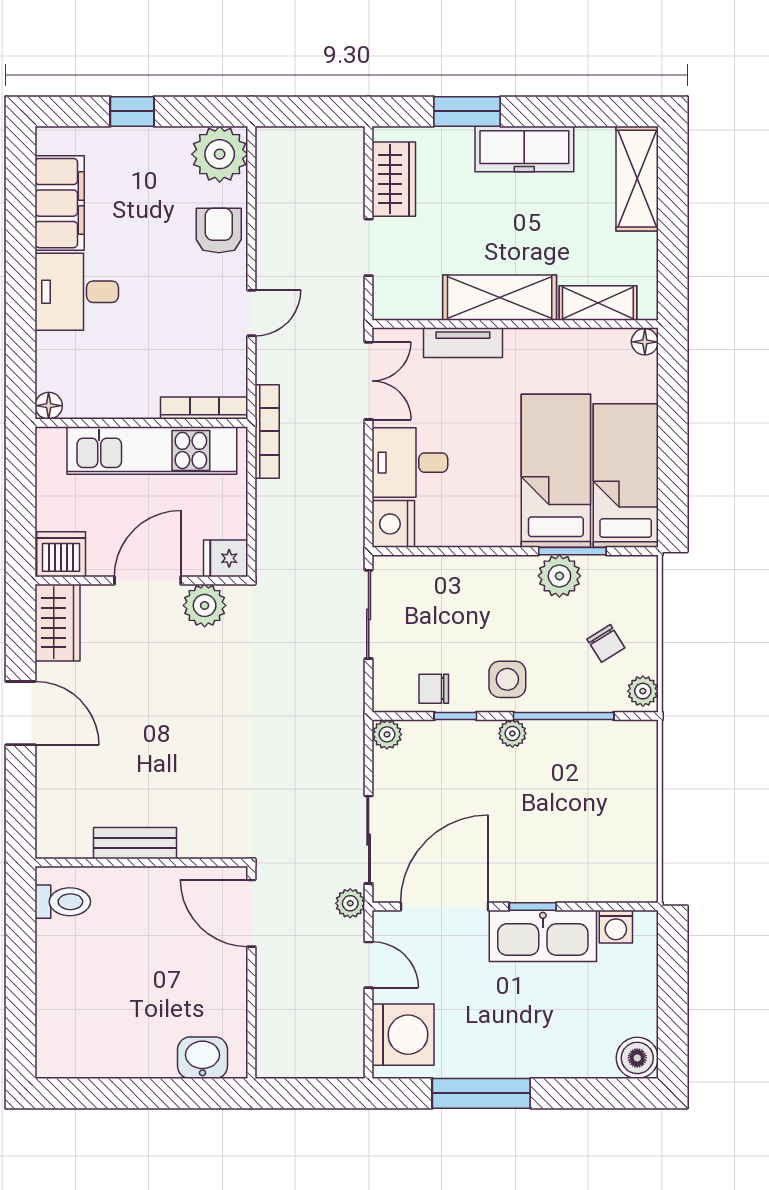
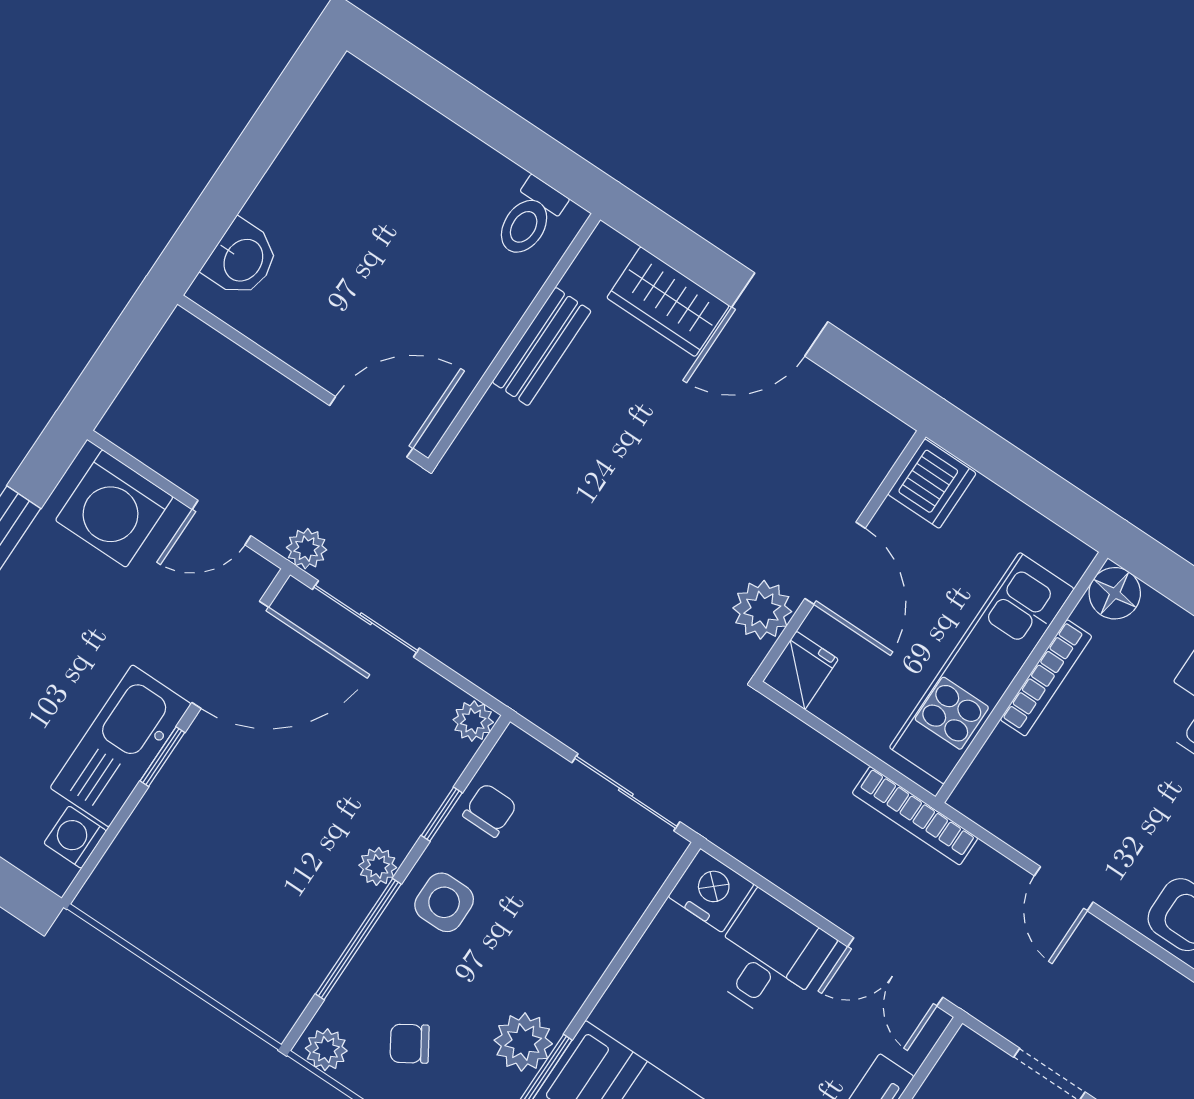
floor lamp: (49, 406) -> (1115, 593), width x1.37, depth x1.37
bookcase: (204, 408) -> (1046, 678), moved
wardrobe: (58, 623) -> (668, 302), moved
door: (444, 907) -> (230, 655), hinge flipped

